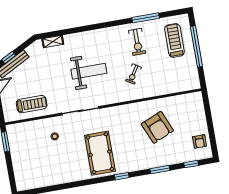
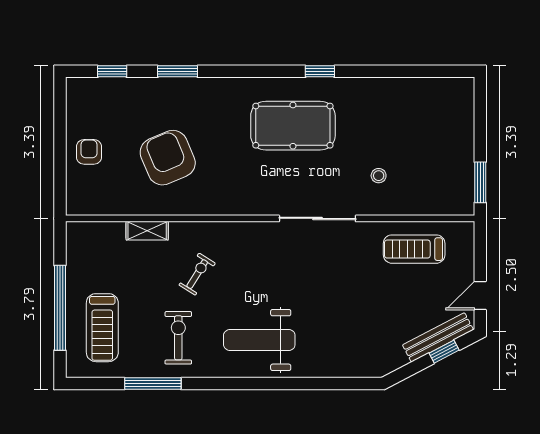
shelving: (53, 41) -> (147, 231), moved
weight bench: (89, 71) -> (259, 340), moved
armchair: (200, 141) -> (89, 152), moved
pool table: (100, 153) -> (293, 126), turned 90
window: (122, 176) -> (320, 71), moved

